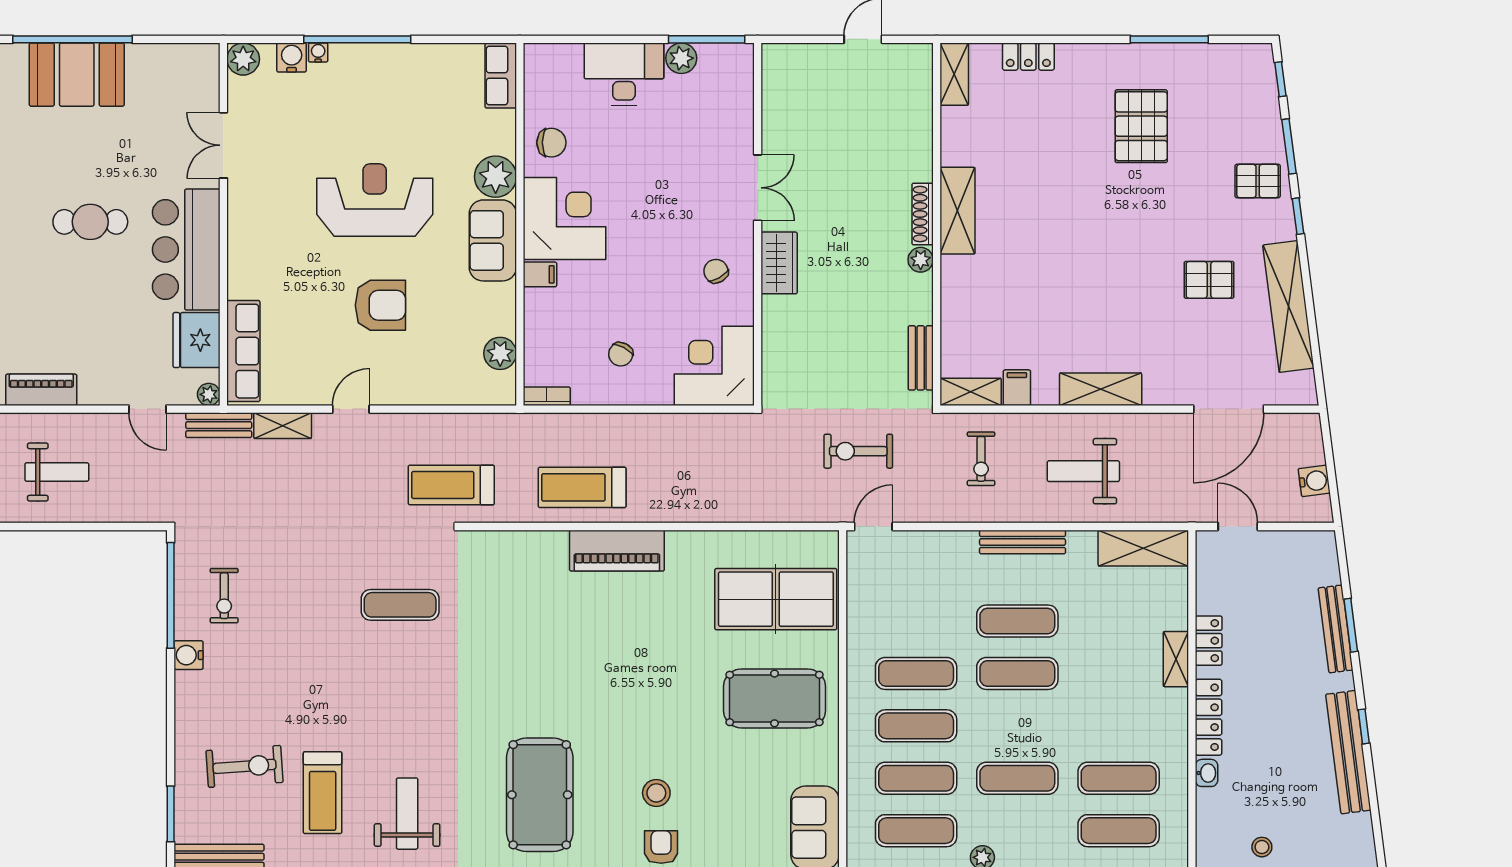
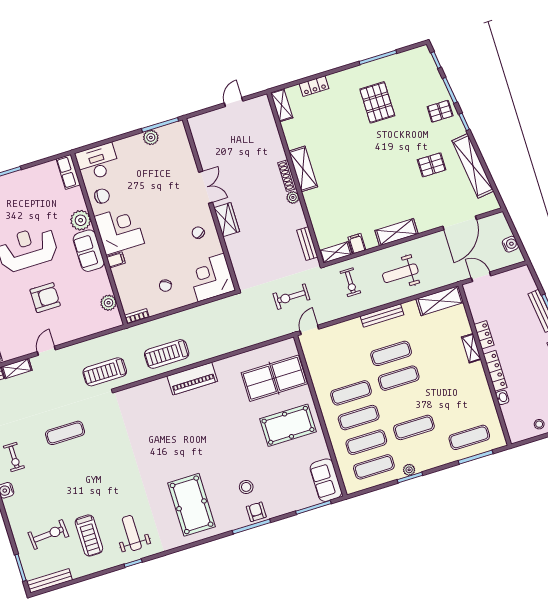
desk: (624, 74) -> (97, 162), moved
exercise mat: (400, 605) -> (65, 433), moved
exercise mat: (1119, 778) -> (462, 413), removed

